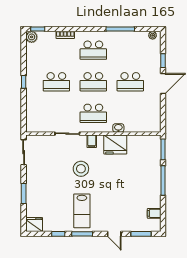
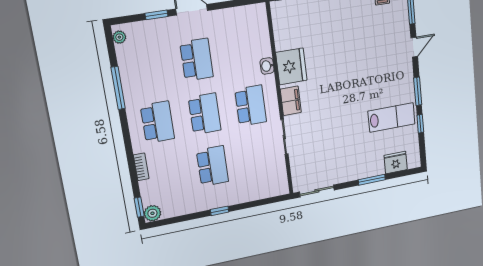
filing cabinet: (92, 141) -> (291, 101), width x2.00
stool: (81, 169) -> (331, 109), removed
lab bench: (82, 211) -> (391, 118), moved
fridge: (34, 225) -> (396, 162), moved, turned 90

